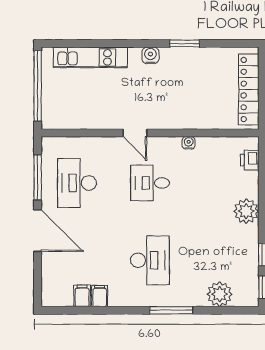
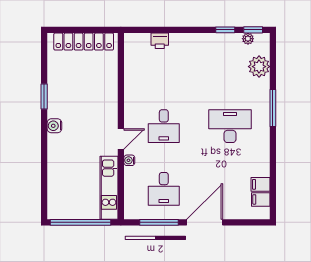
kitchen unit: (90, 57) -> (109, 188), moved, turned 180
water cooler: (189, 143) -> (129, 160), moved
printer: (250, 160) -> (160, 41), moved
desk: (77, 183) -> (164, 189), width x0.73
plant: (246, 211) -> (248, 39), moved, width x0.53, depth x0.53
filing cabinet: (100, 296) -> (261, 199), moved

